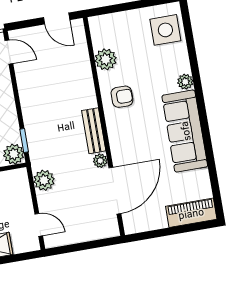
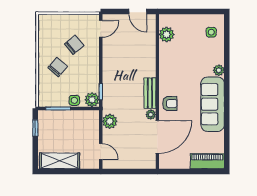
side table: (165, 30) -> (211, 32), width x0.54, depth x0.54
door: (9, 52) -> (101, 29), hinge flipped
plant: (106, 59) -> (167, 34), moved
armchair: (122, 97) -> (170, 104), moved

